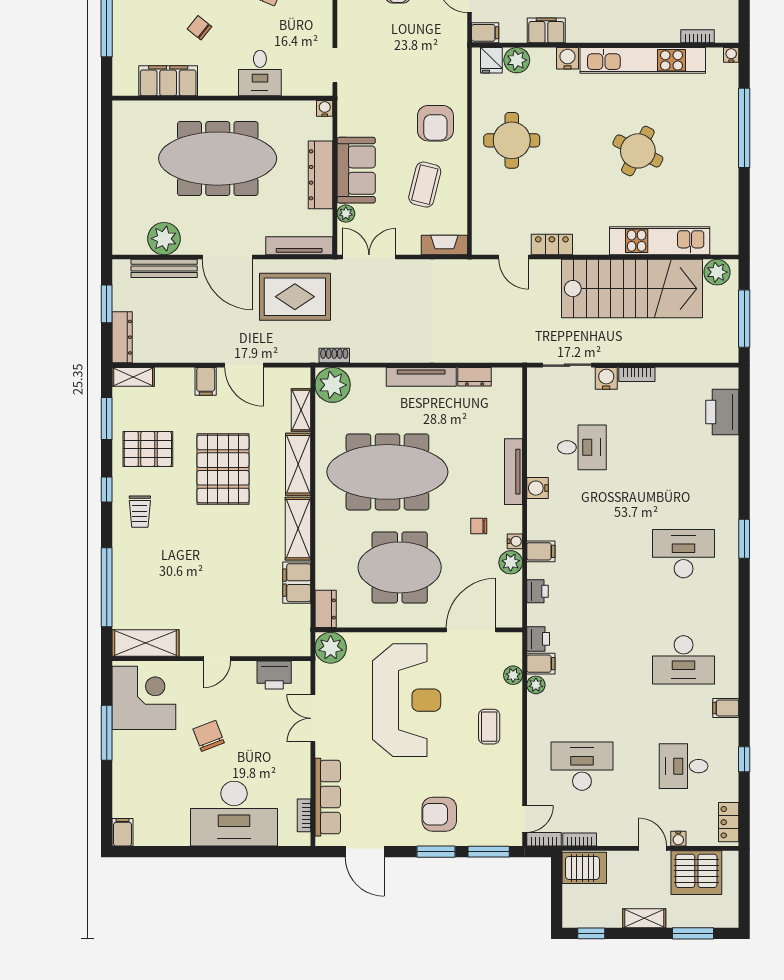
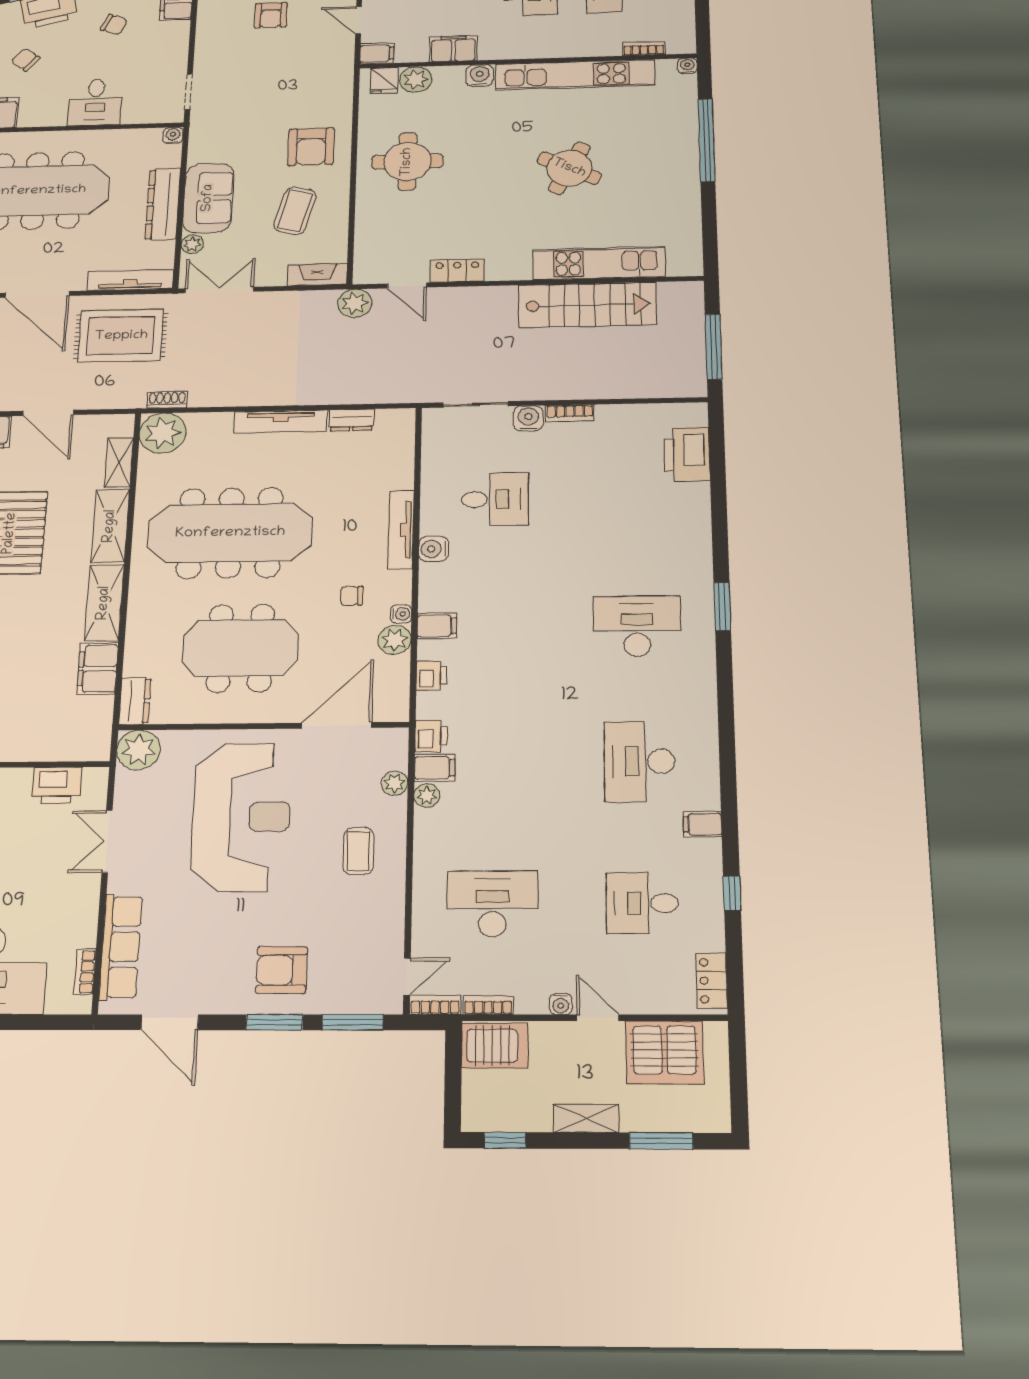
plant: (717, 272) -> (355, 303), moved
stairs: (632, 289) -> (587, 305), width x0.73, depth x0.66
desk: (684, 660) -> (640, 761), turned 90
water cooler: (678, 839) -> (561, 1004), moved

